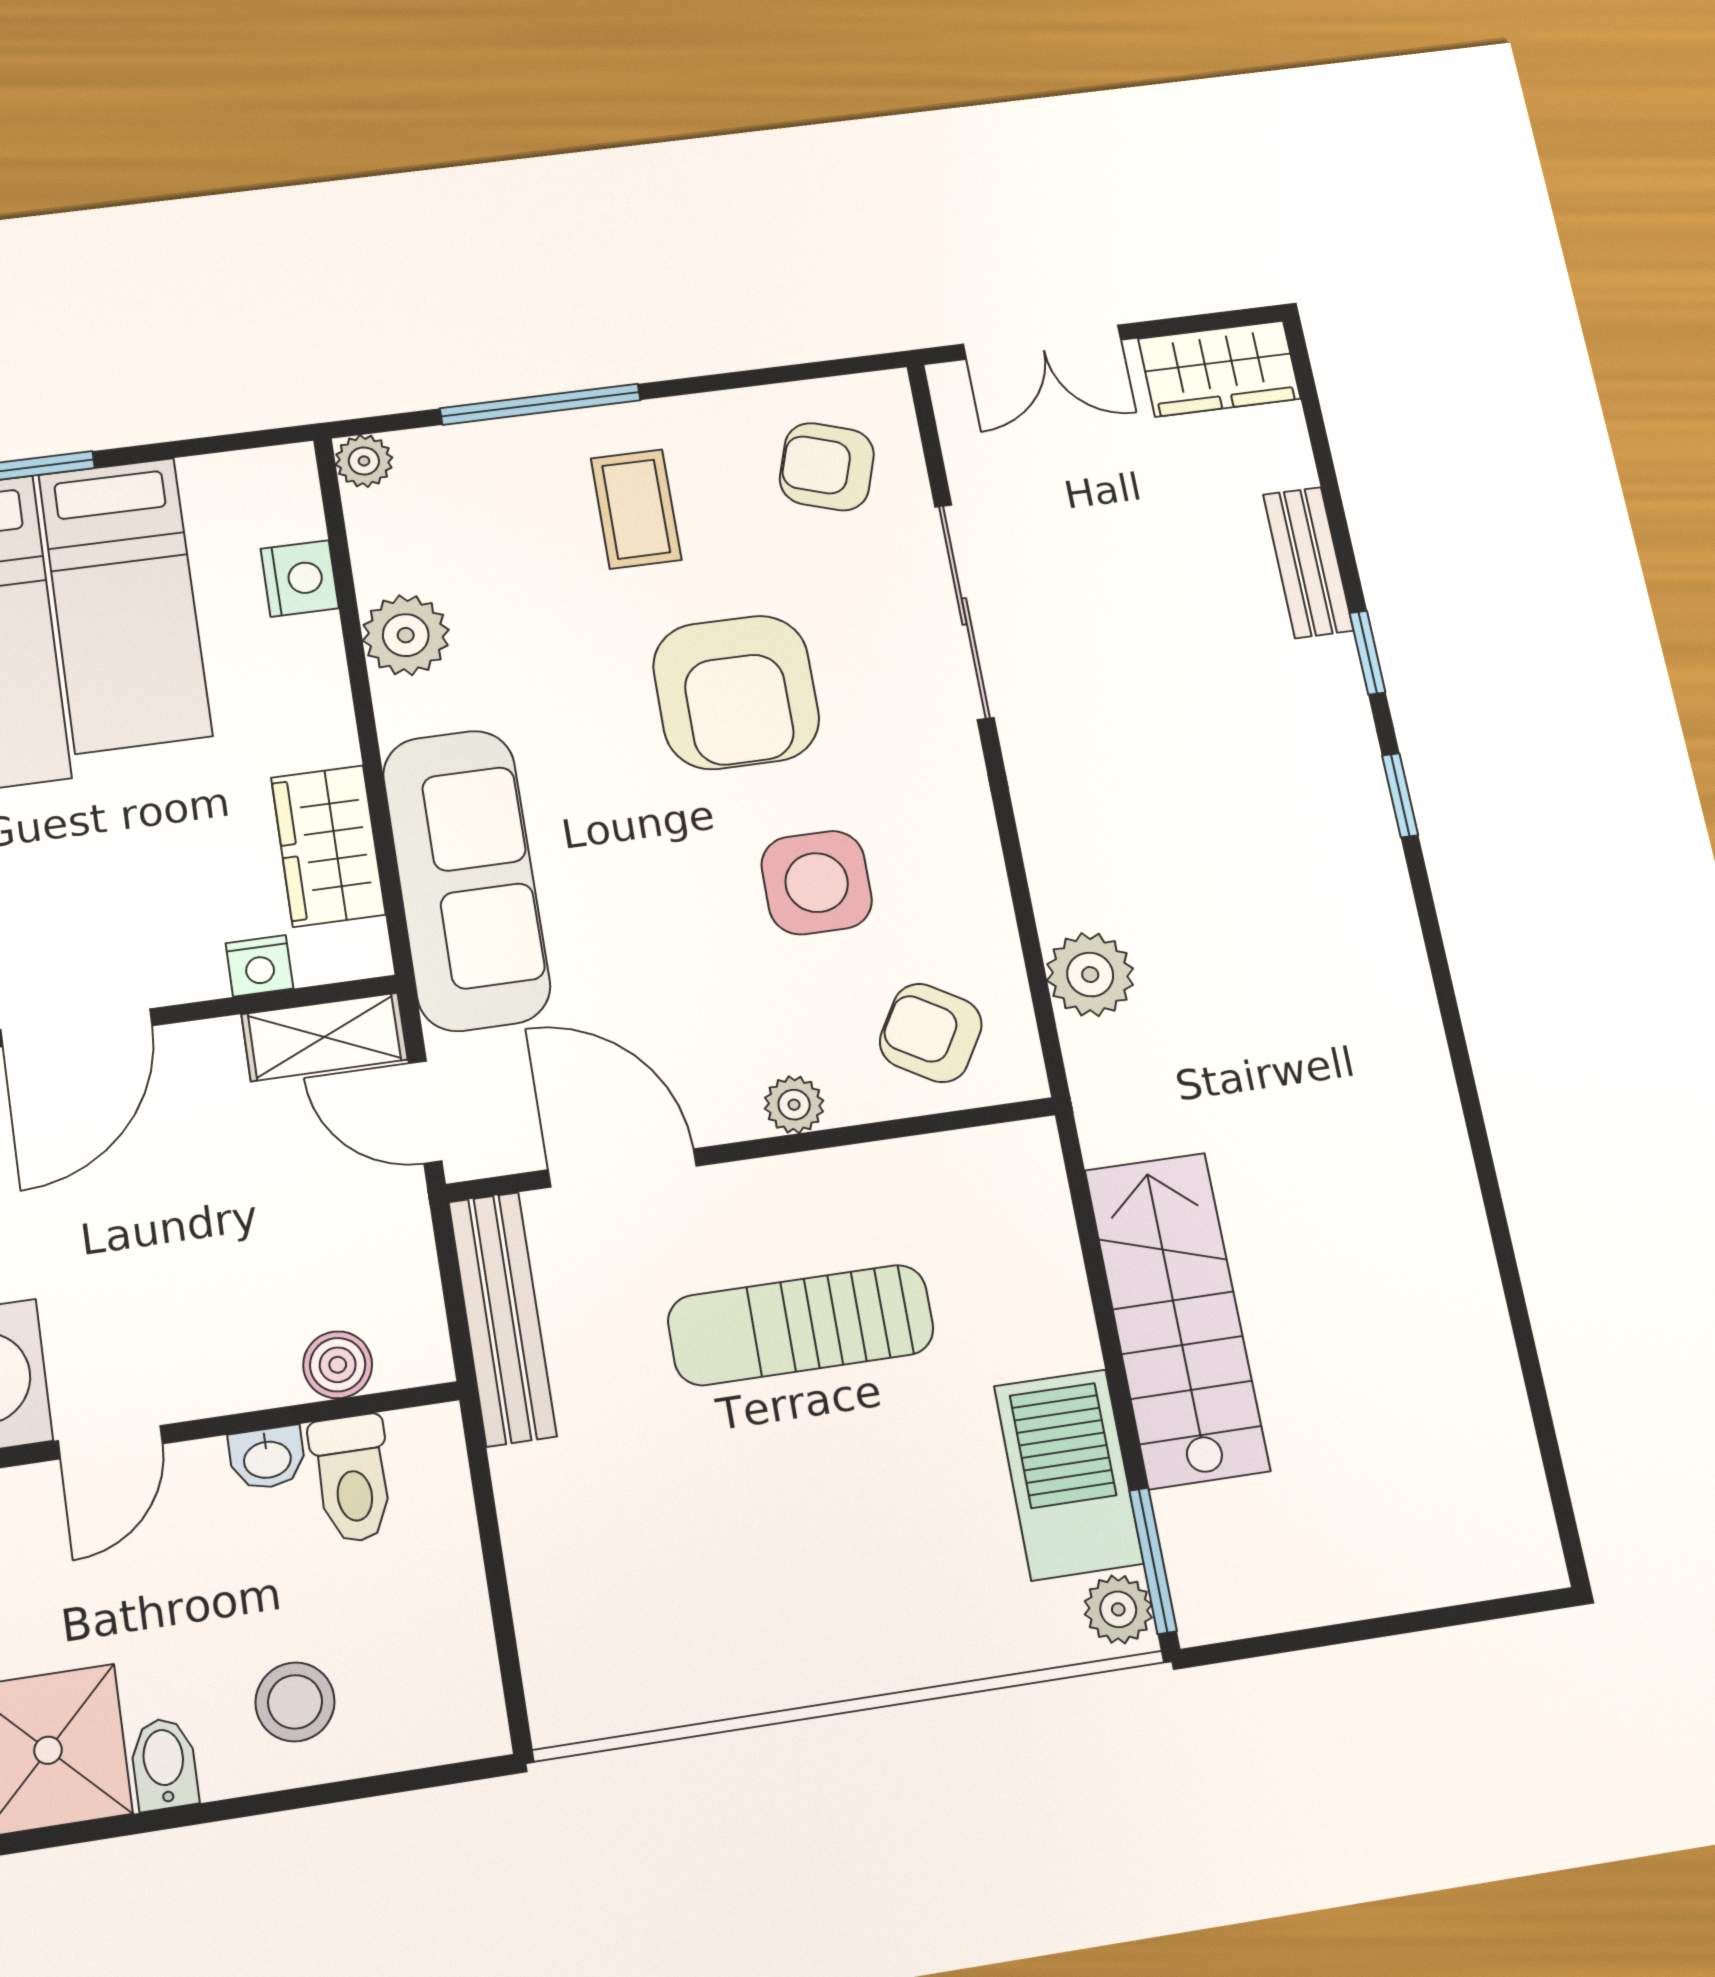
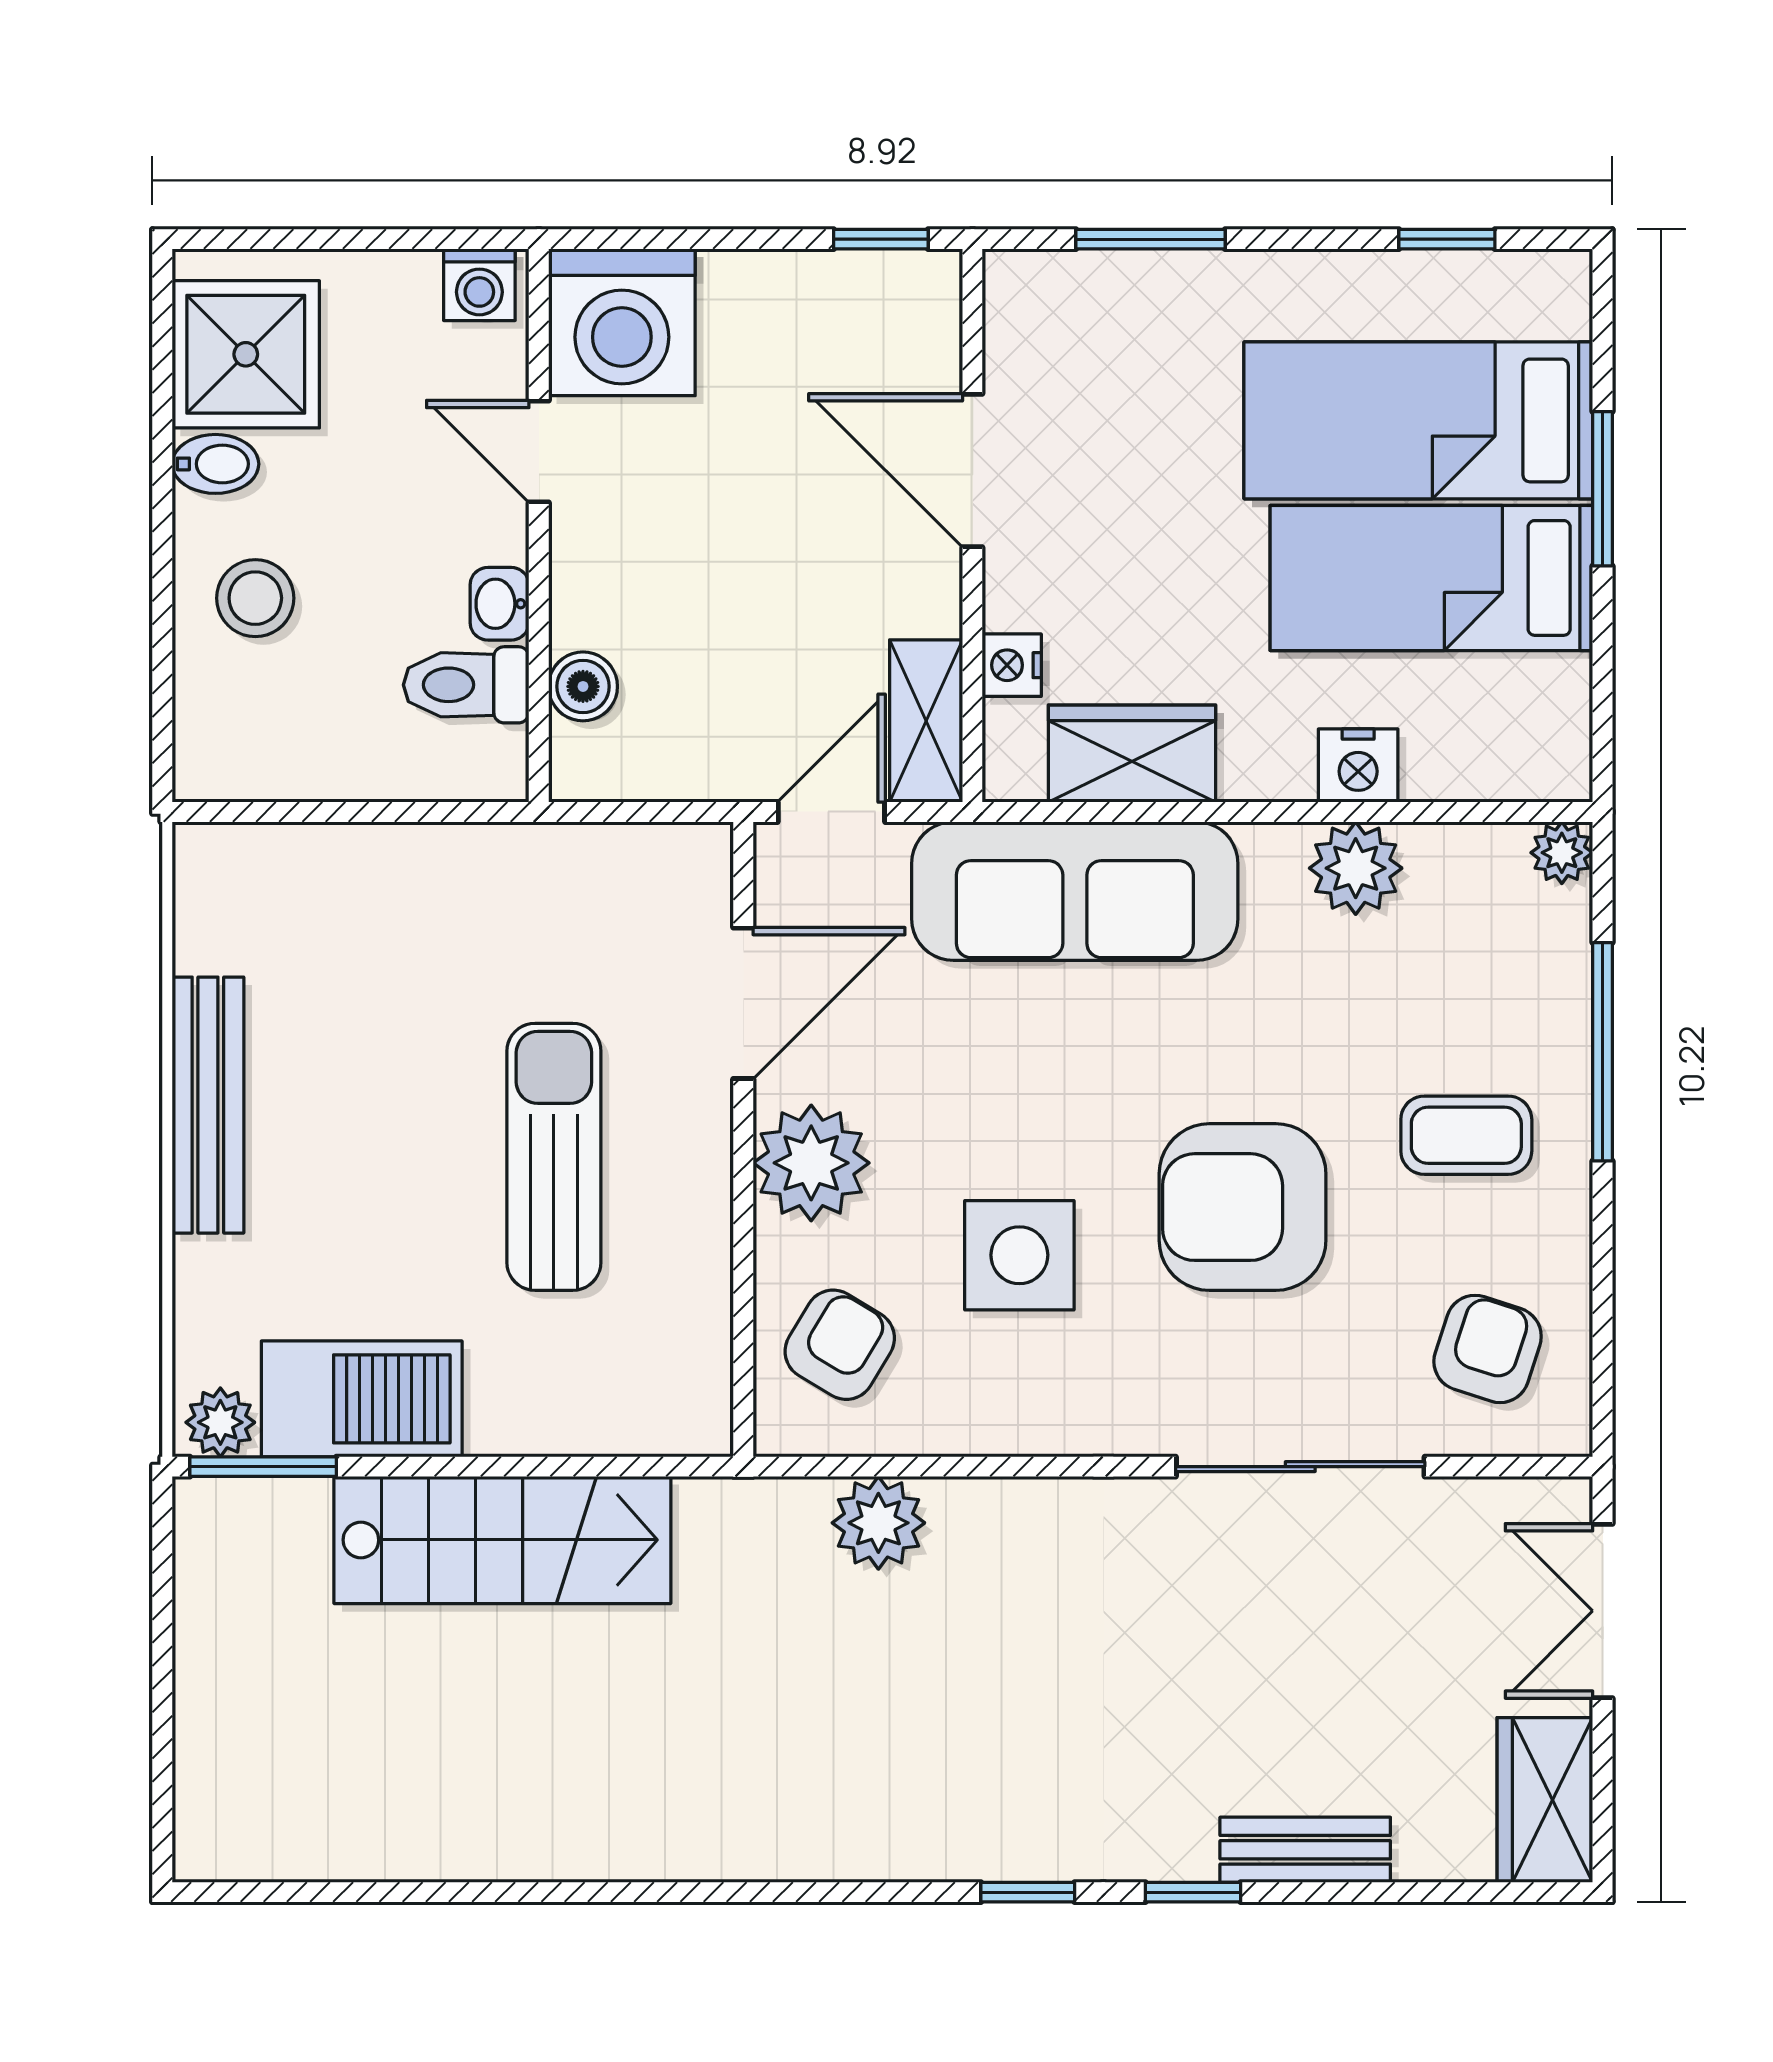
nightstand: (300, 578) -> (1358, 766), moved
plant: (794, 1105) -> (811, 1163), width x1.88, depth x1.88
bench: (502, 1319) -> (208, 1105), moved, turned 90

